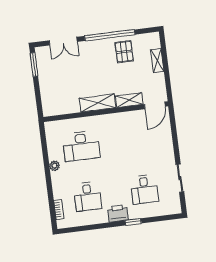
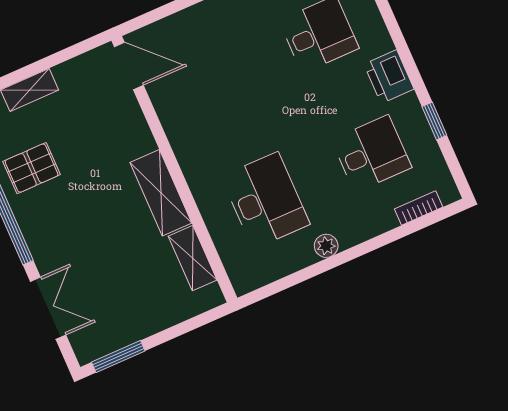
shelving: (129, 100) -> (193, 258), moved
window: (133, 222) -> (434, 121), moved

